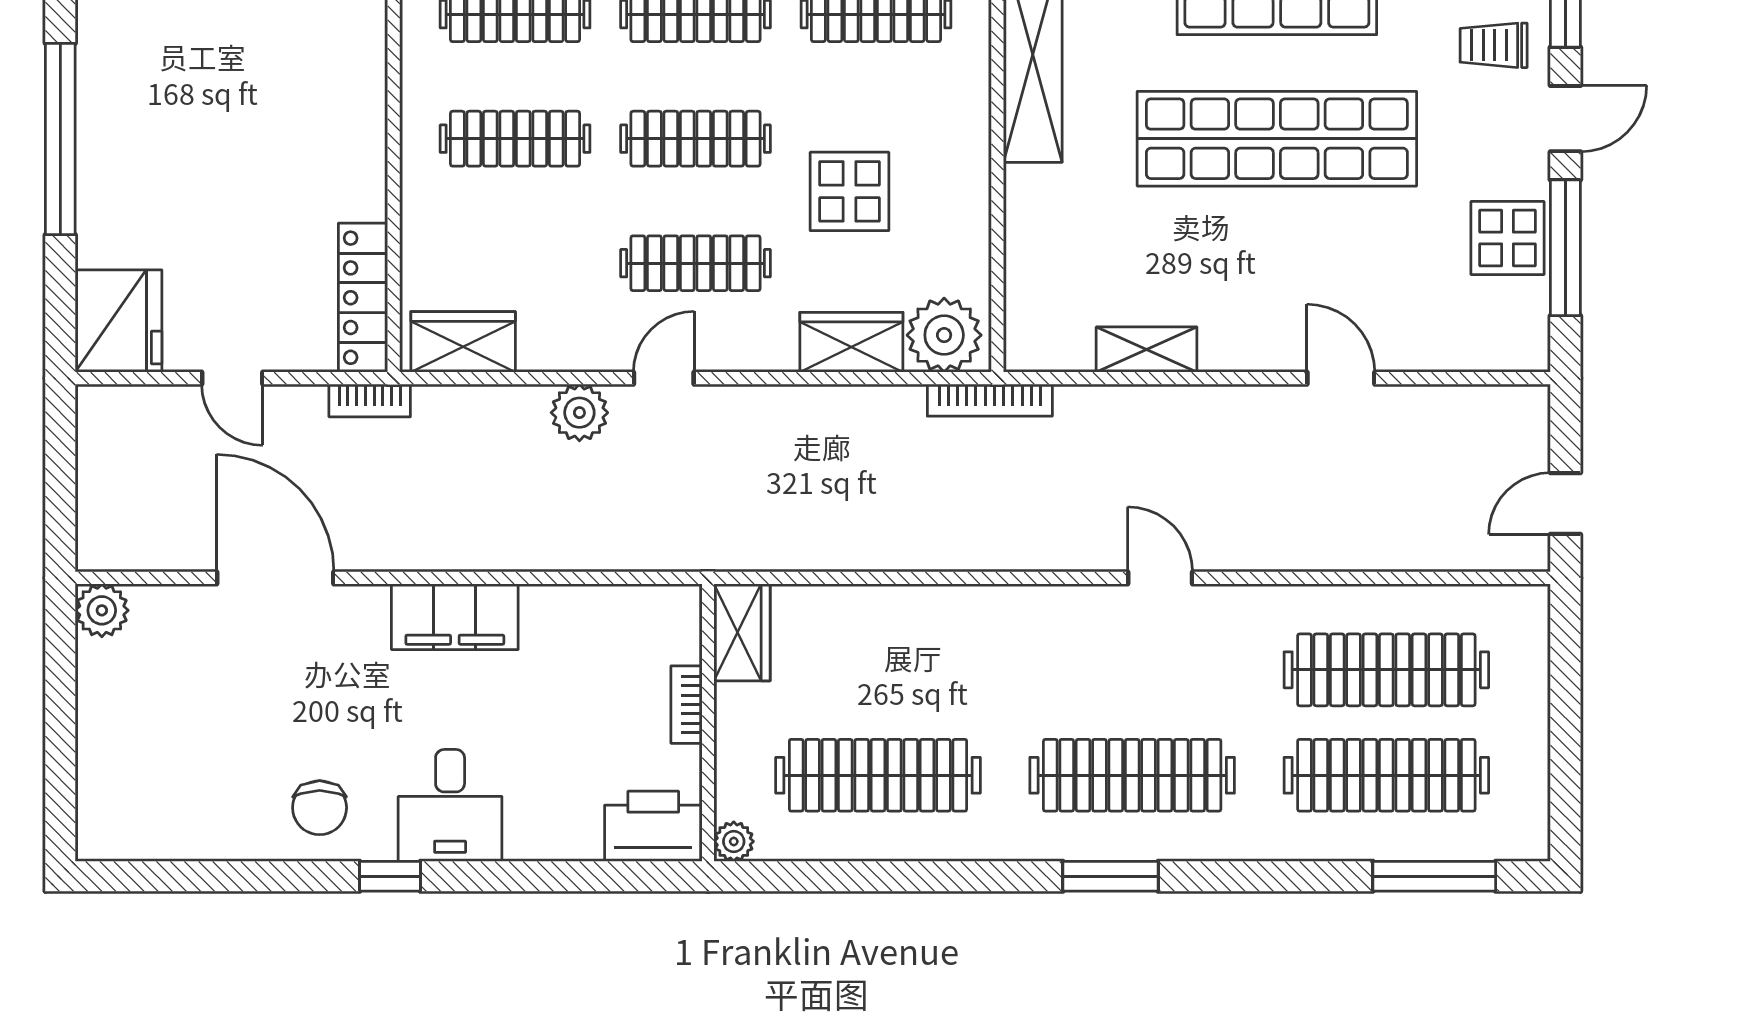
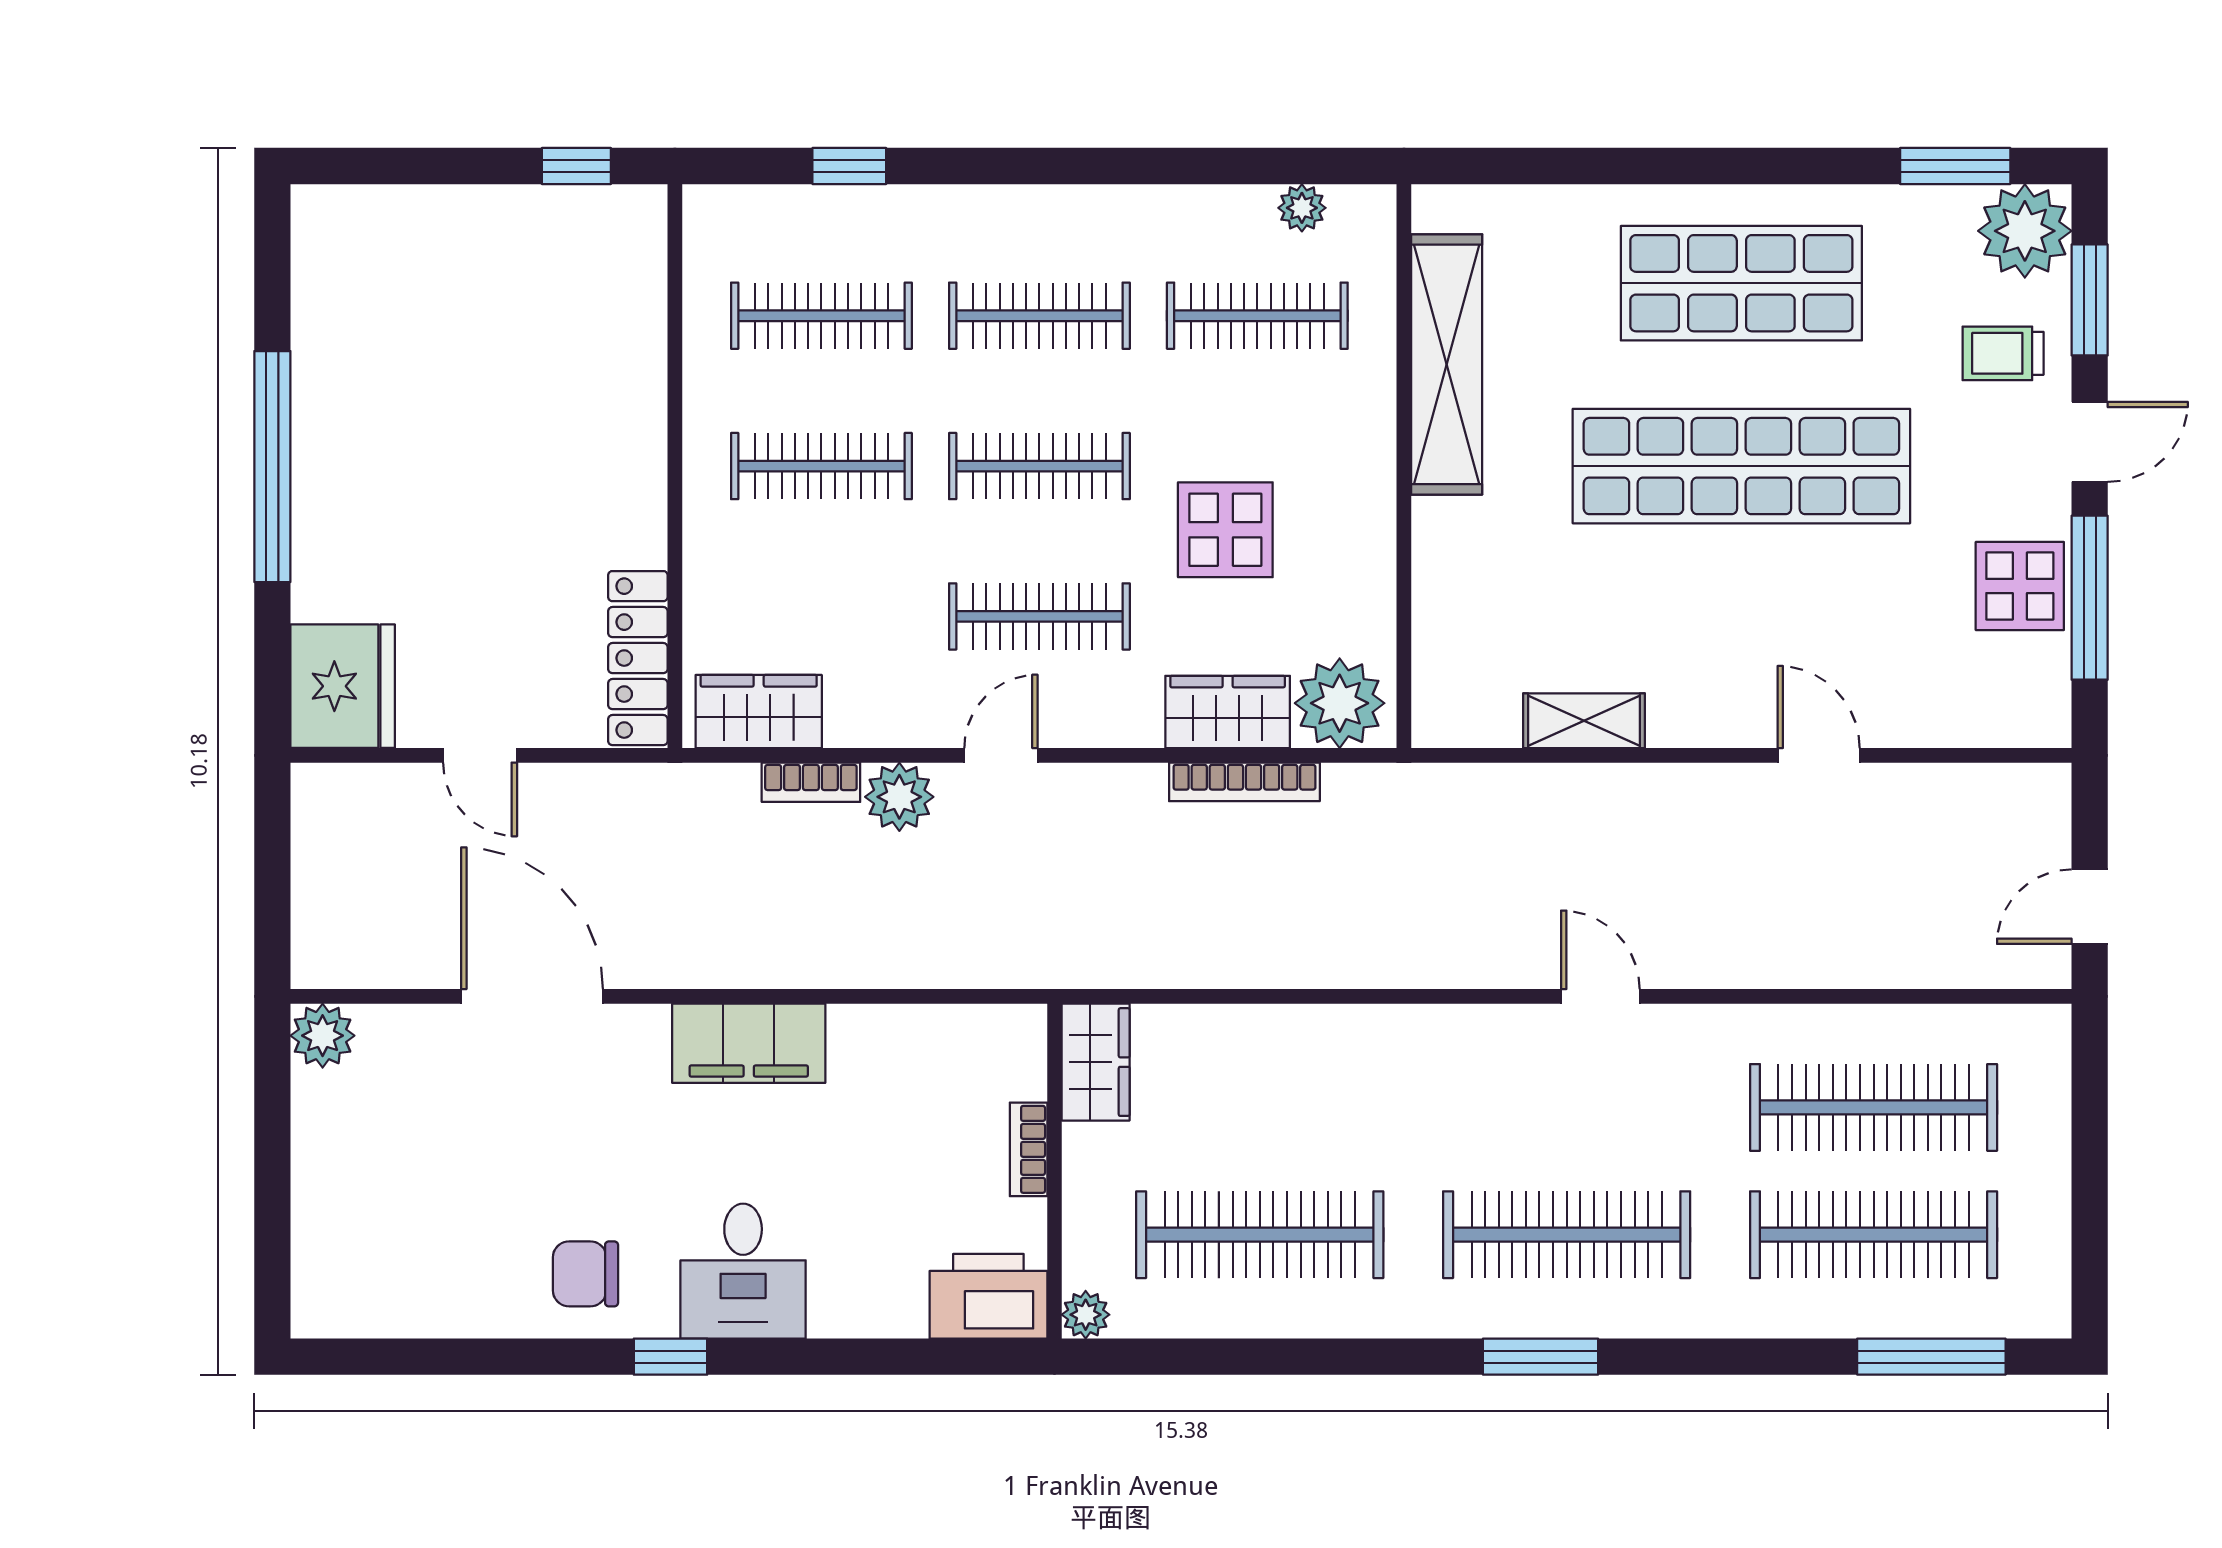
bookcase: (990, 400) -> (1244, 782), moved
bookcase: (370, 401) -> (811, 782), moved
chair: (320, 808) -> (585, 1274), turned 90

